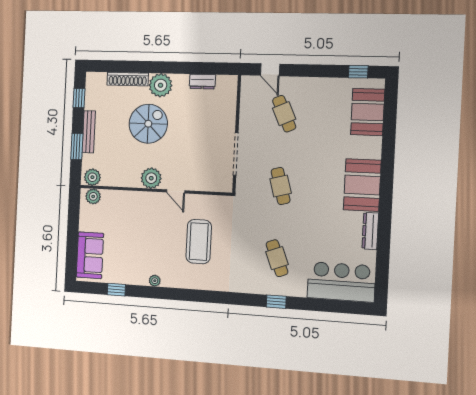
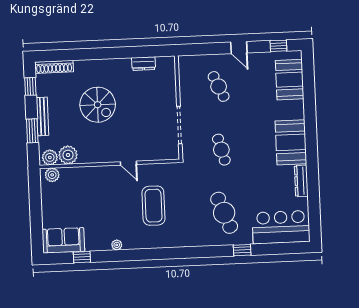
door: (270, 70) -> (239, 48), moved
shoe rack: (128, 79) -> (54, 67), moved
plant: (161, 85) -> (106, 69), removed
spiral stairs: (148, 124) -> (98, 105), turned 90
plant: (151, 178) -> (68, 155), moved
sofa: (90, 255) -> (63, 240), moved, turned -90
cafe table: (277, 258) -> (224, 213), width x1.37, depth x1.35
window: (276, 302) -> (242, 250), moved

